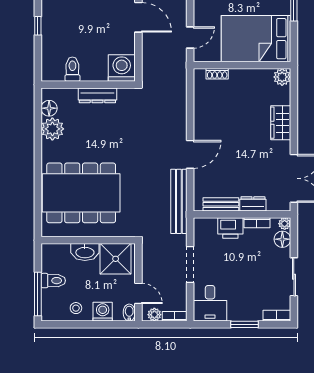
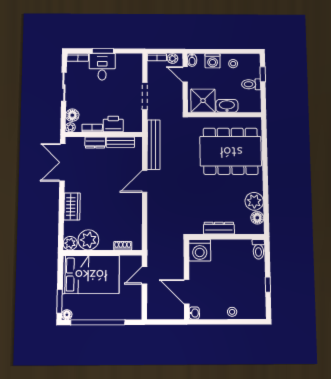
toilet: (72, 69) -> (258, 249), moved
plant: (260, 81) -> (88, 240), added
window: (38, 294) -> (263, 74), width x0.46
desk: (210, 303) -> (102, 67), moved

